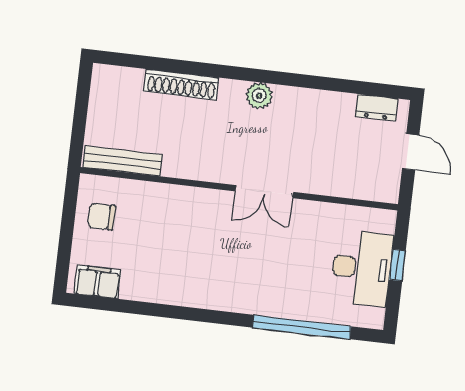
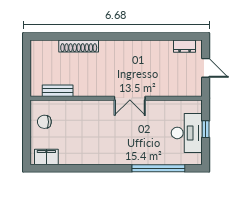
plant: (259, 96) -> (121, 47), removed
bench: (122, 161) -> (58, 91), width x0.73

